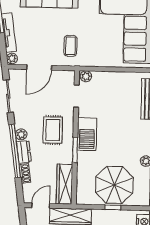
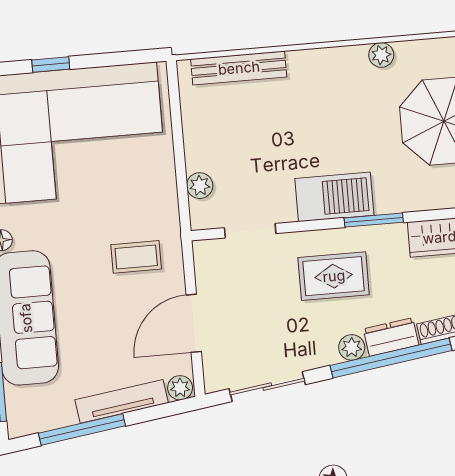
door: (39, 67) -> (194, 323), swing flipped
plant: (86, 76) -> (200, 186), moved

